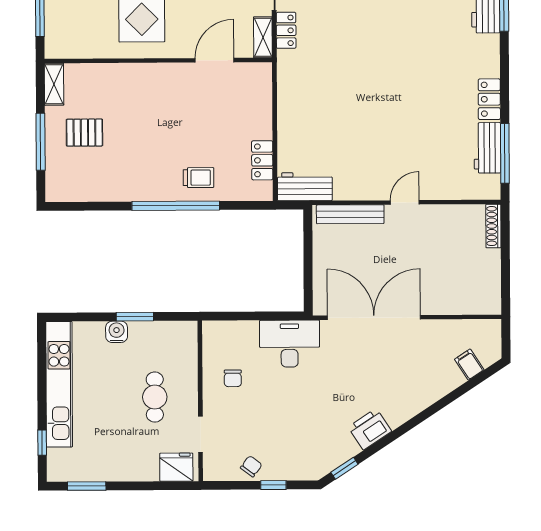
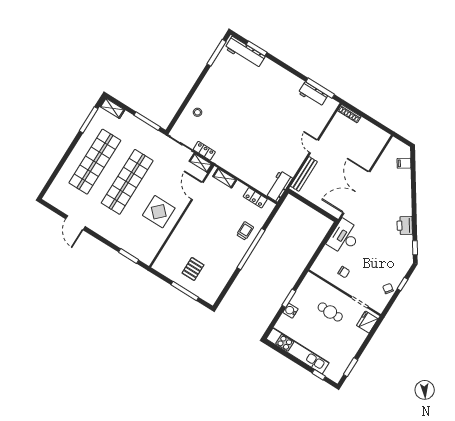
shelving: (54, 84) -> (225, 178), moved
locker: (489, 99) -> (292, 80), removed

